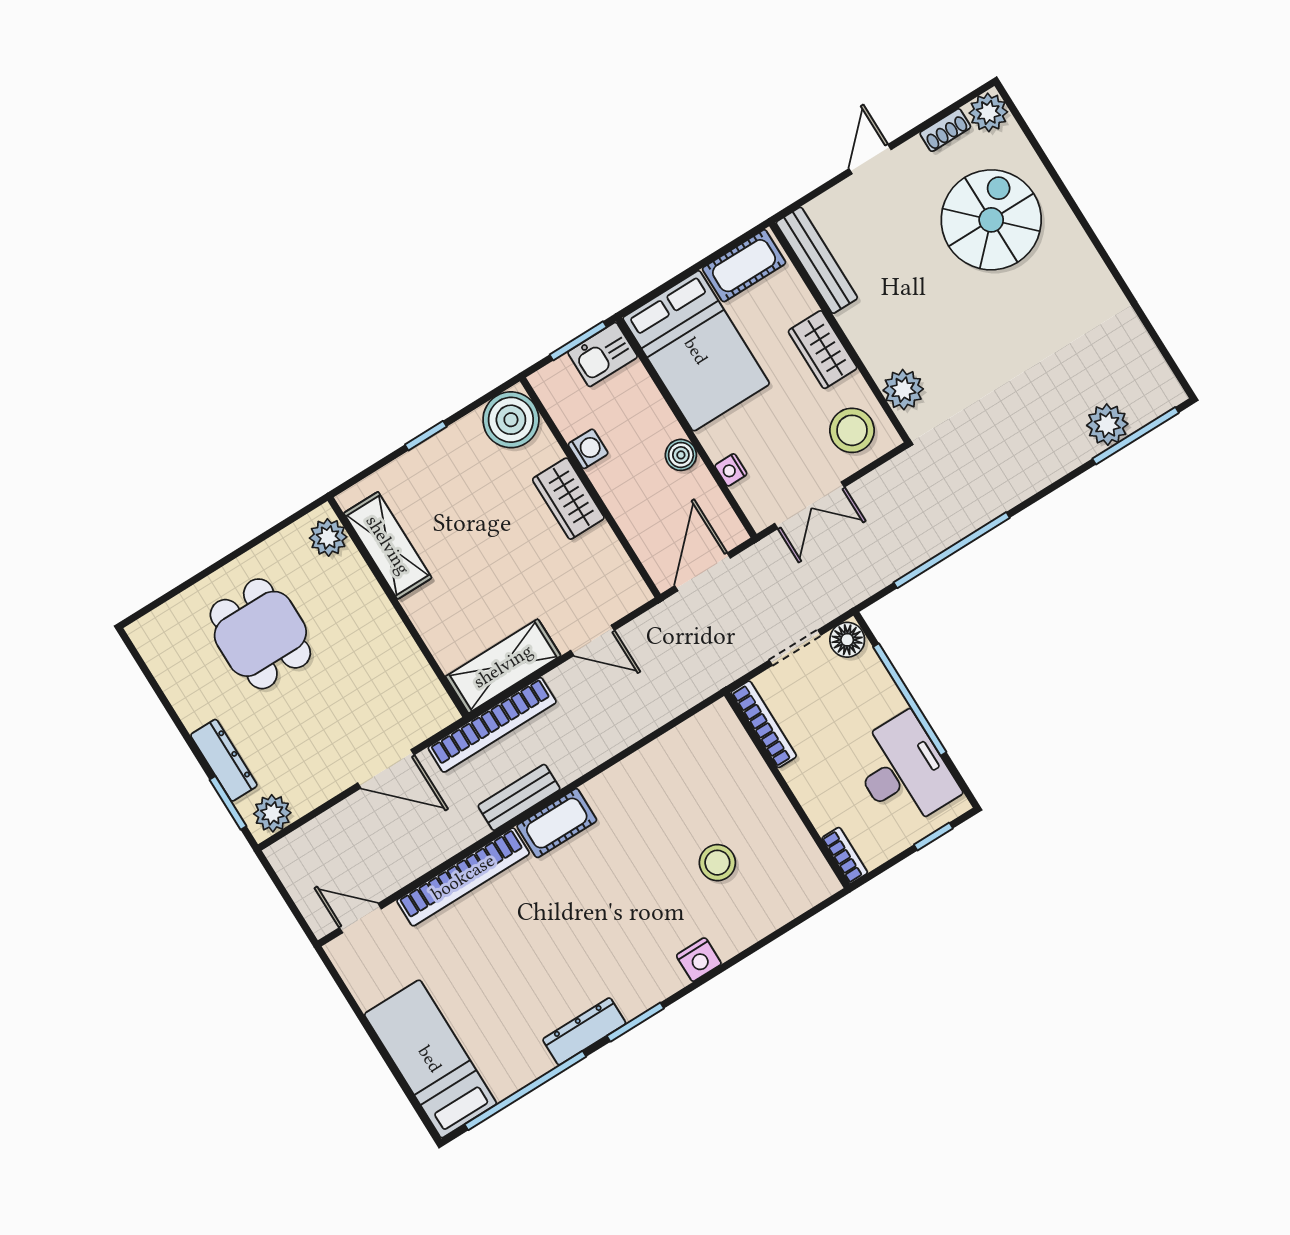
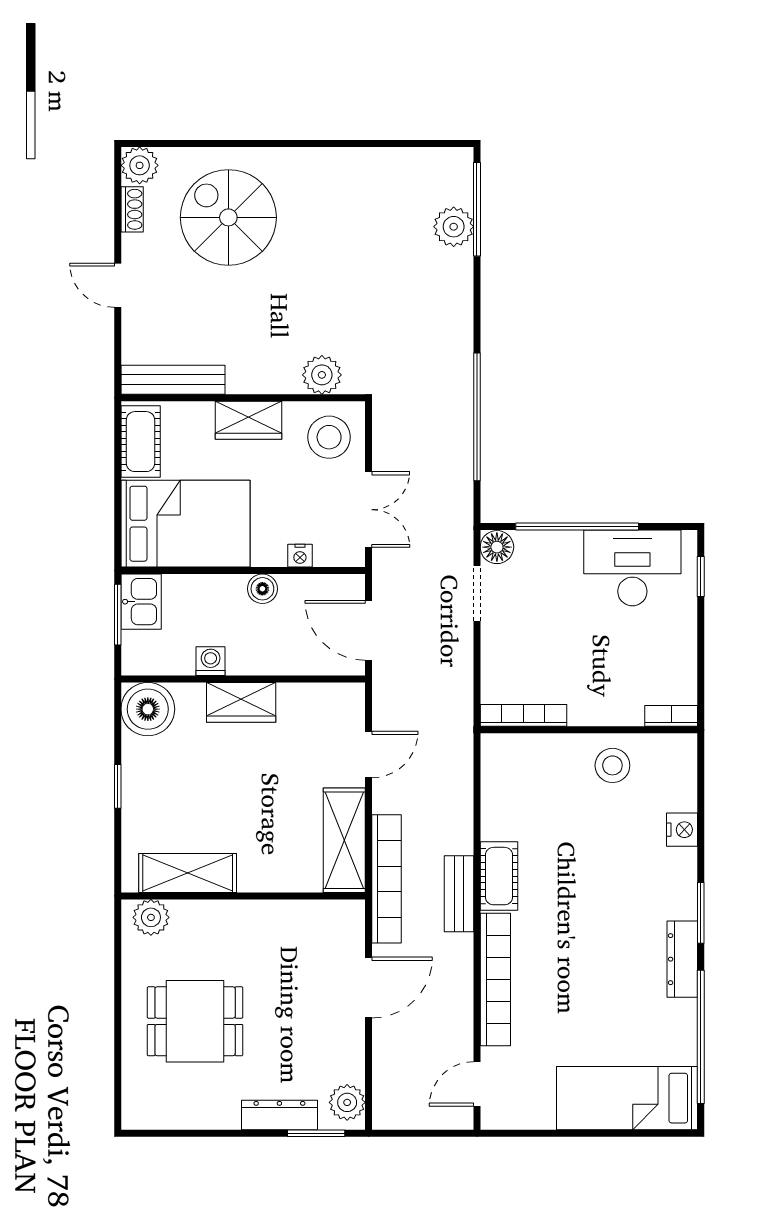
bookcase: (764, 724) -> (523, 715), moved
wall: (787, 790) -> (589, 730), moved
bookcase: (845, 855) -> (671, 716), moved

